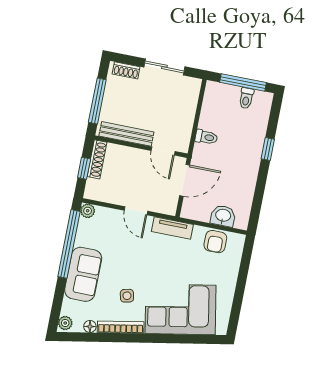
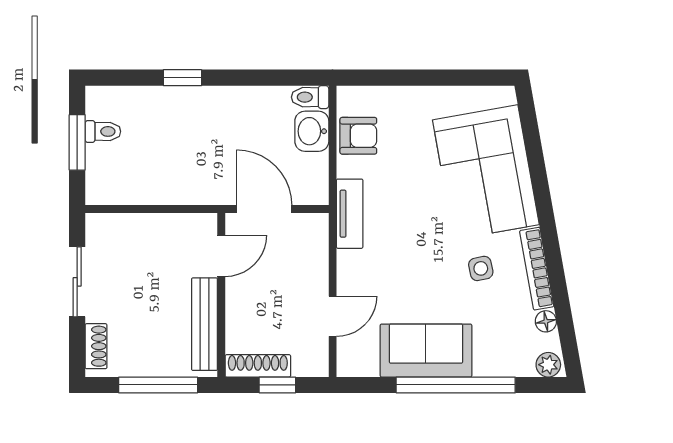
window: (243, 82) -> (77, 142), width x0.69
toilet: (206, 137) -> (310, 97), moved, turned -90
plant: (88, 211) -> (349, 364), removed
door: (136, 211) -> (333, 316), moved
window: (69, 244) -> (456, 385), moved
sofa: (83, 274) -> (426, 351), moved

